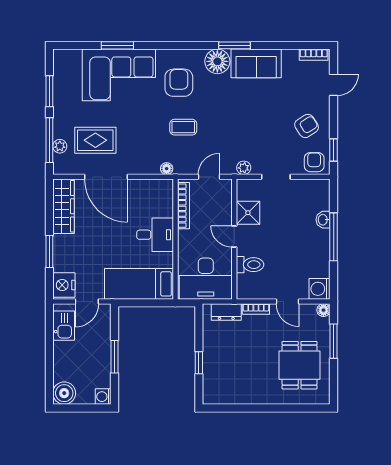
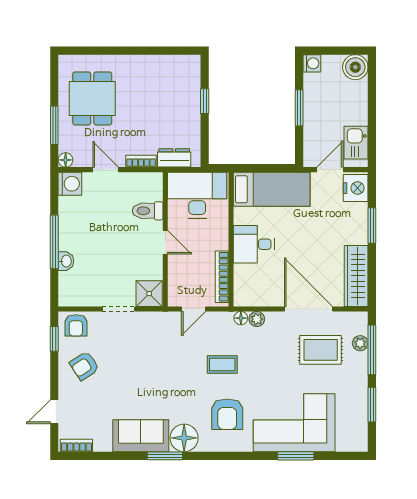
plant: (244, 168) -> (257, 319), moved
shower: (248, 213) -> (149, 294), moved

